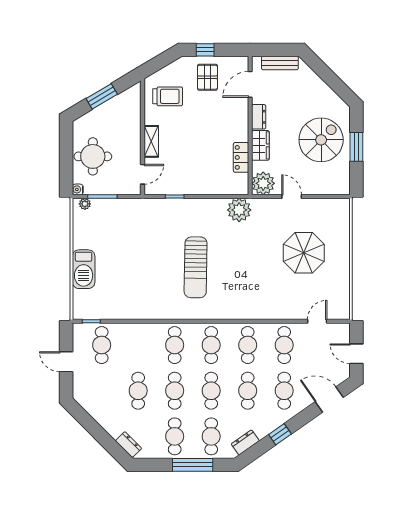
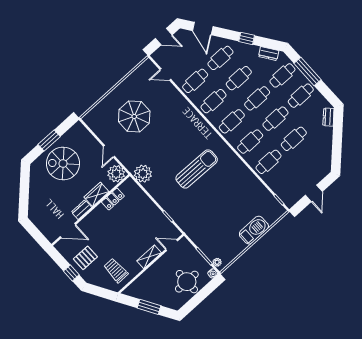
bench: (280, 63) -> (41, 225), removed
cafe table: (102, 345) -> (268, 162), moved
door: (356, 354) -> (164, 37), hinge flipped

